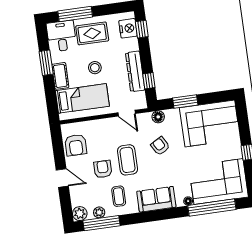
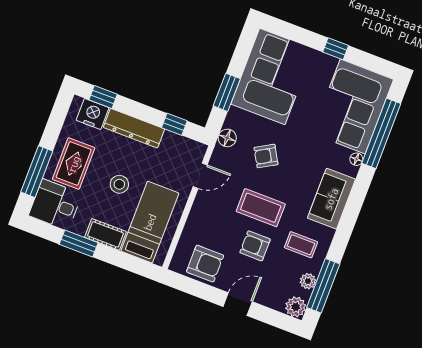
dresser: (135, 71) -> (134, 128), moved

